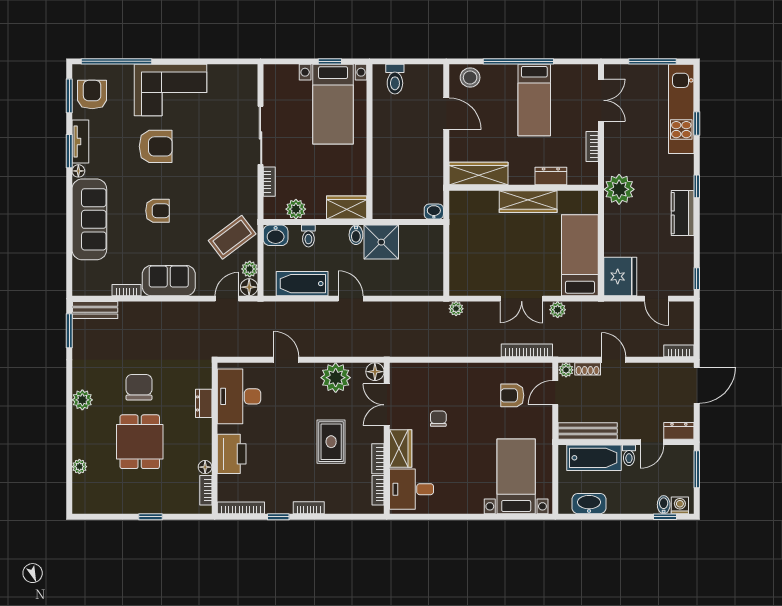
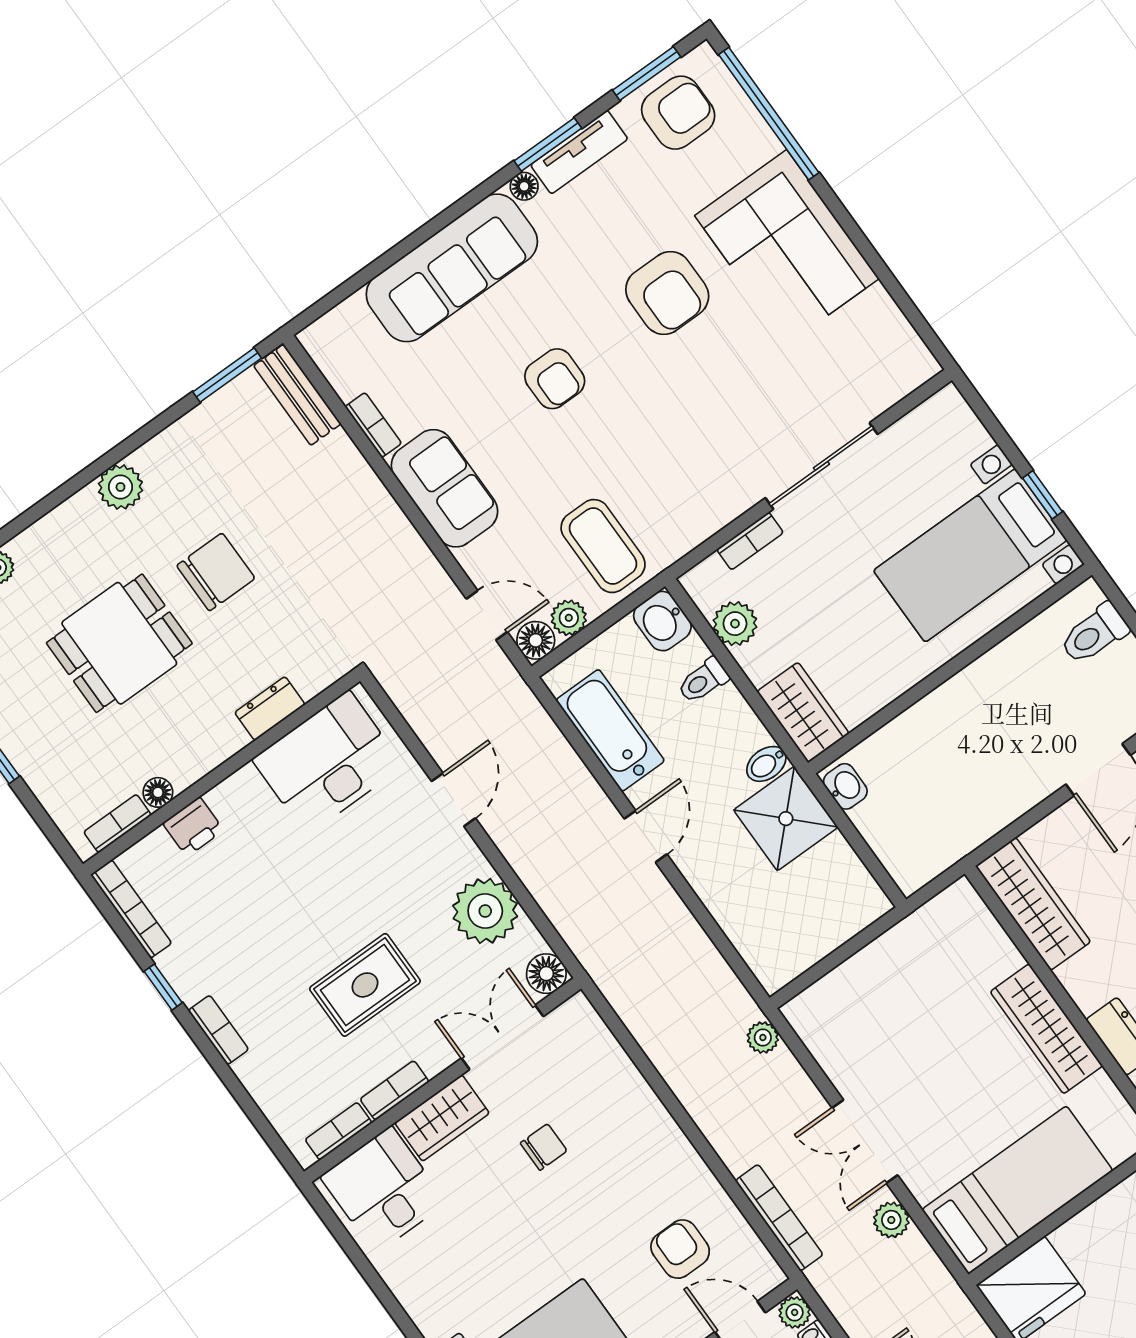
washbasin: (434, 212) -> (845, 786), moved
coffee table: (232, 237) -> (603, 546), turned 37
printer: (232, 454) -> (193, 827), width x0.53, depth x0.68

